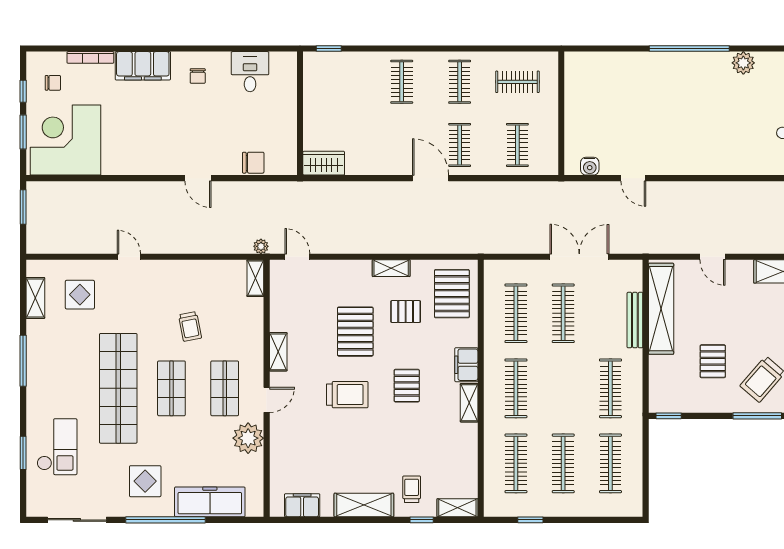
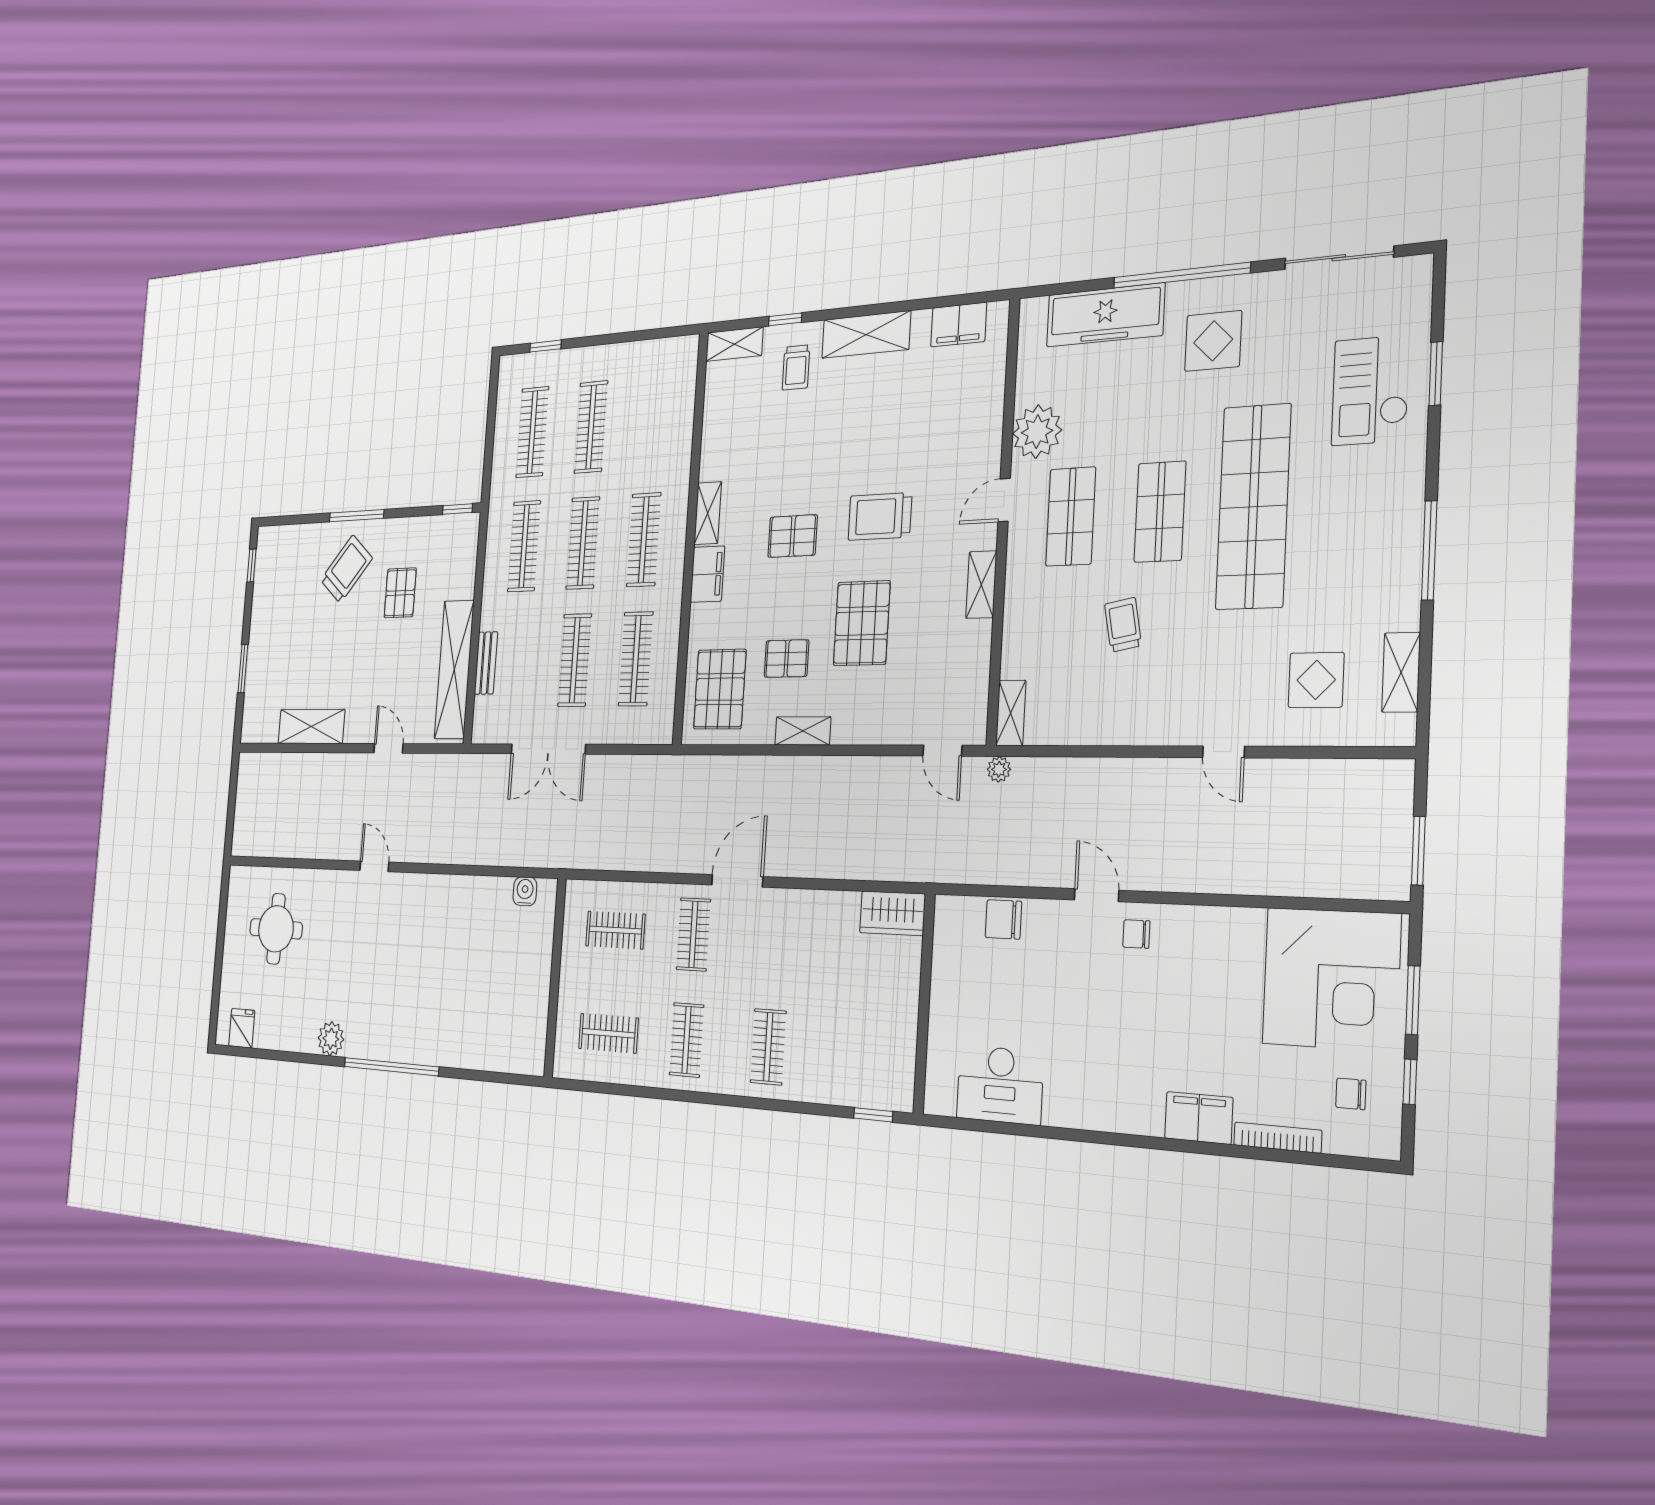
filing cabinet: (143, 66) -> (1199, 1118), width x0.67, depth x0.86
desk: (250, 72) -> (1000, 1085), width x1.37
chair: (198, 76) -> (1136, 934), moved, turned -90
clothes rail: (517, 145) -> (615, 930), turned 90
door: (431, 178) -> (737, 881), swing flipped
door: (633, 178) -> (374, 866), moved
bench: (635, 320) -> (486, 663), width x0.73
pallet: (407, 386) -> (793, 536), turned 90
clothes rail: (516, 463) -> (583, 543), moved
window: (530, 520) -> (546, 346), moved

